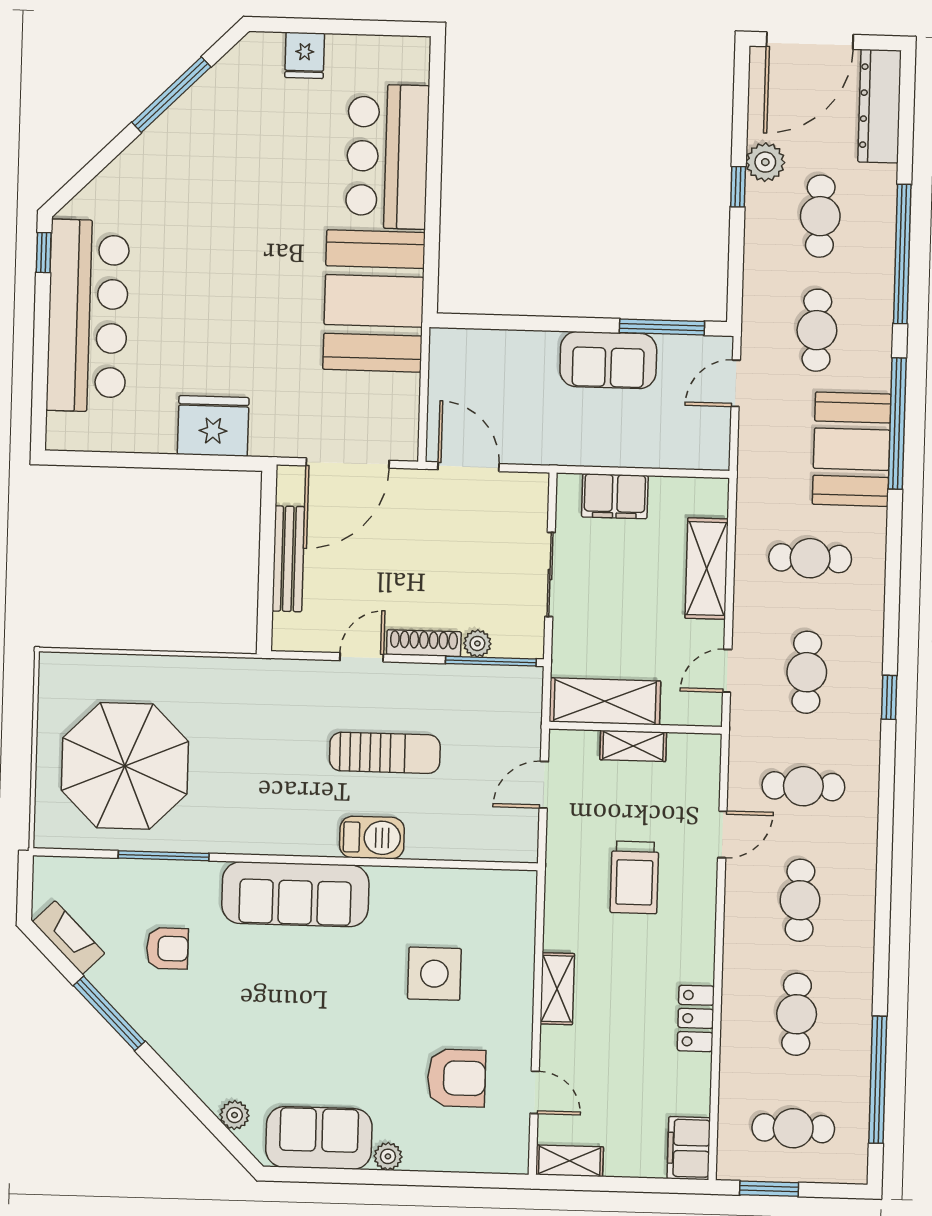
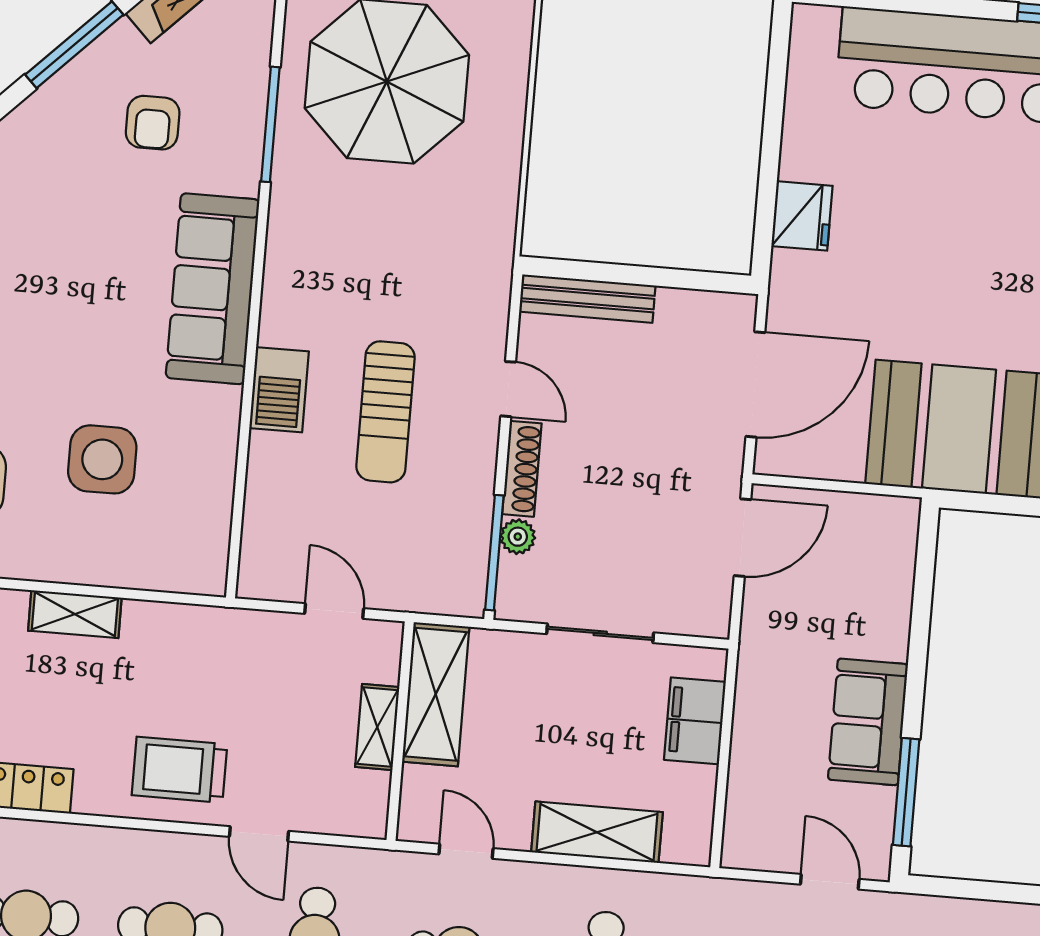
fridge: (213, 426) -> (802, 216), width x0.73, depth x0.75
door: (348, 463) -> (755, 385), swing flipped
bench: (288, 559) -> (587, 299), moved
trolley: (634, 877) -> (179, 770), moved

